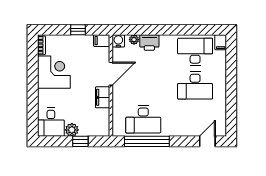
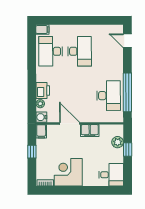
plant: (72, 130) -> (118, 142), moved

